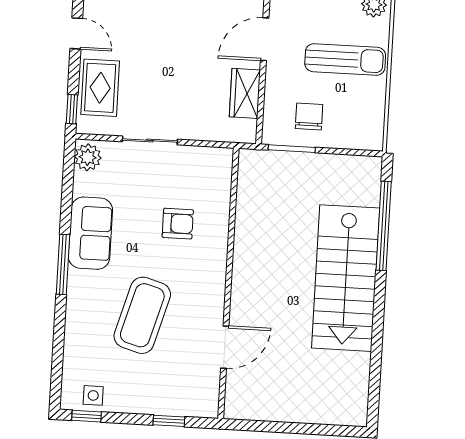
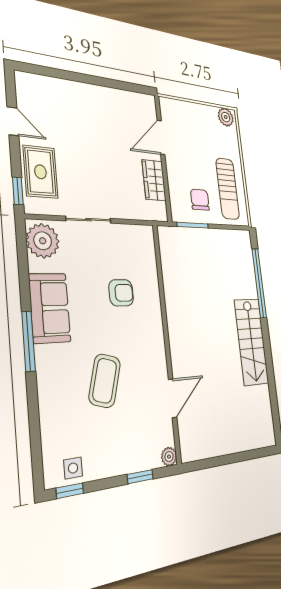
sun lounger: (345, 59) -> (228, 189), moved, turned 90
plant: (88, 157) -> (43, 241), width x1.36, depth x1.36
stairs: (346, 278) -> (252, 342), width x0.73, depth x0.66
coffee table: (142, 315) -> (105, 381), width x0.73, depth x0.76
plant: (209, 408) -> (169, 457), added

